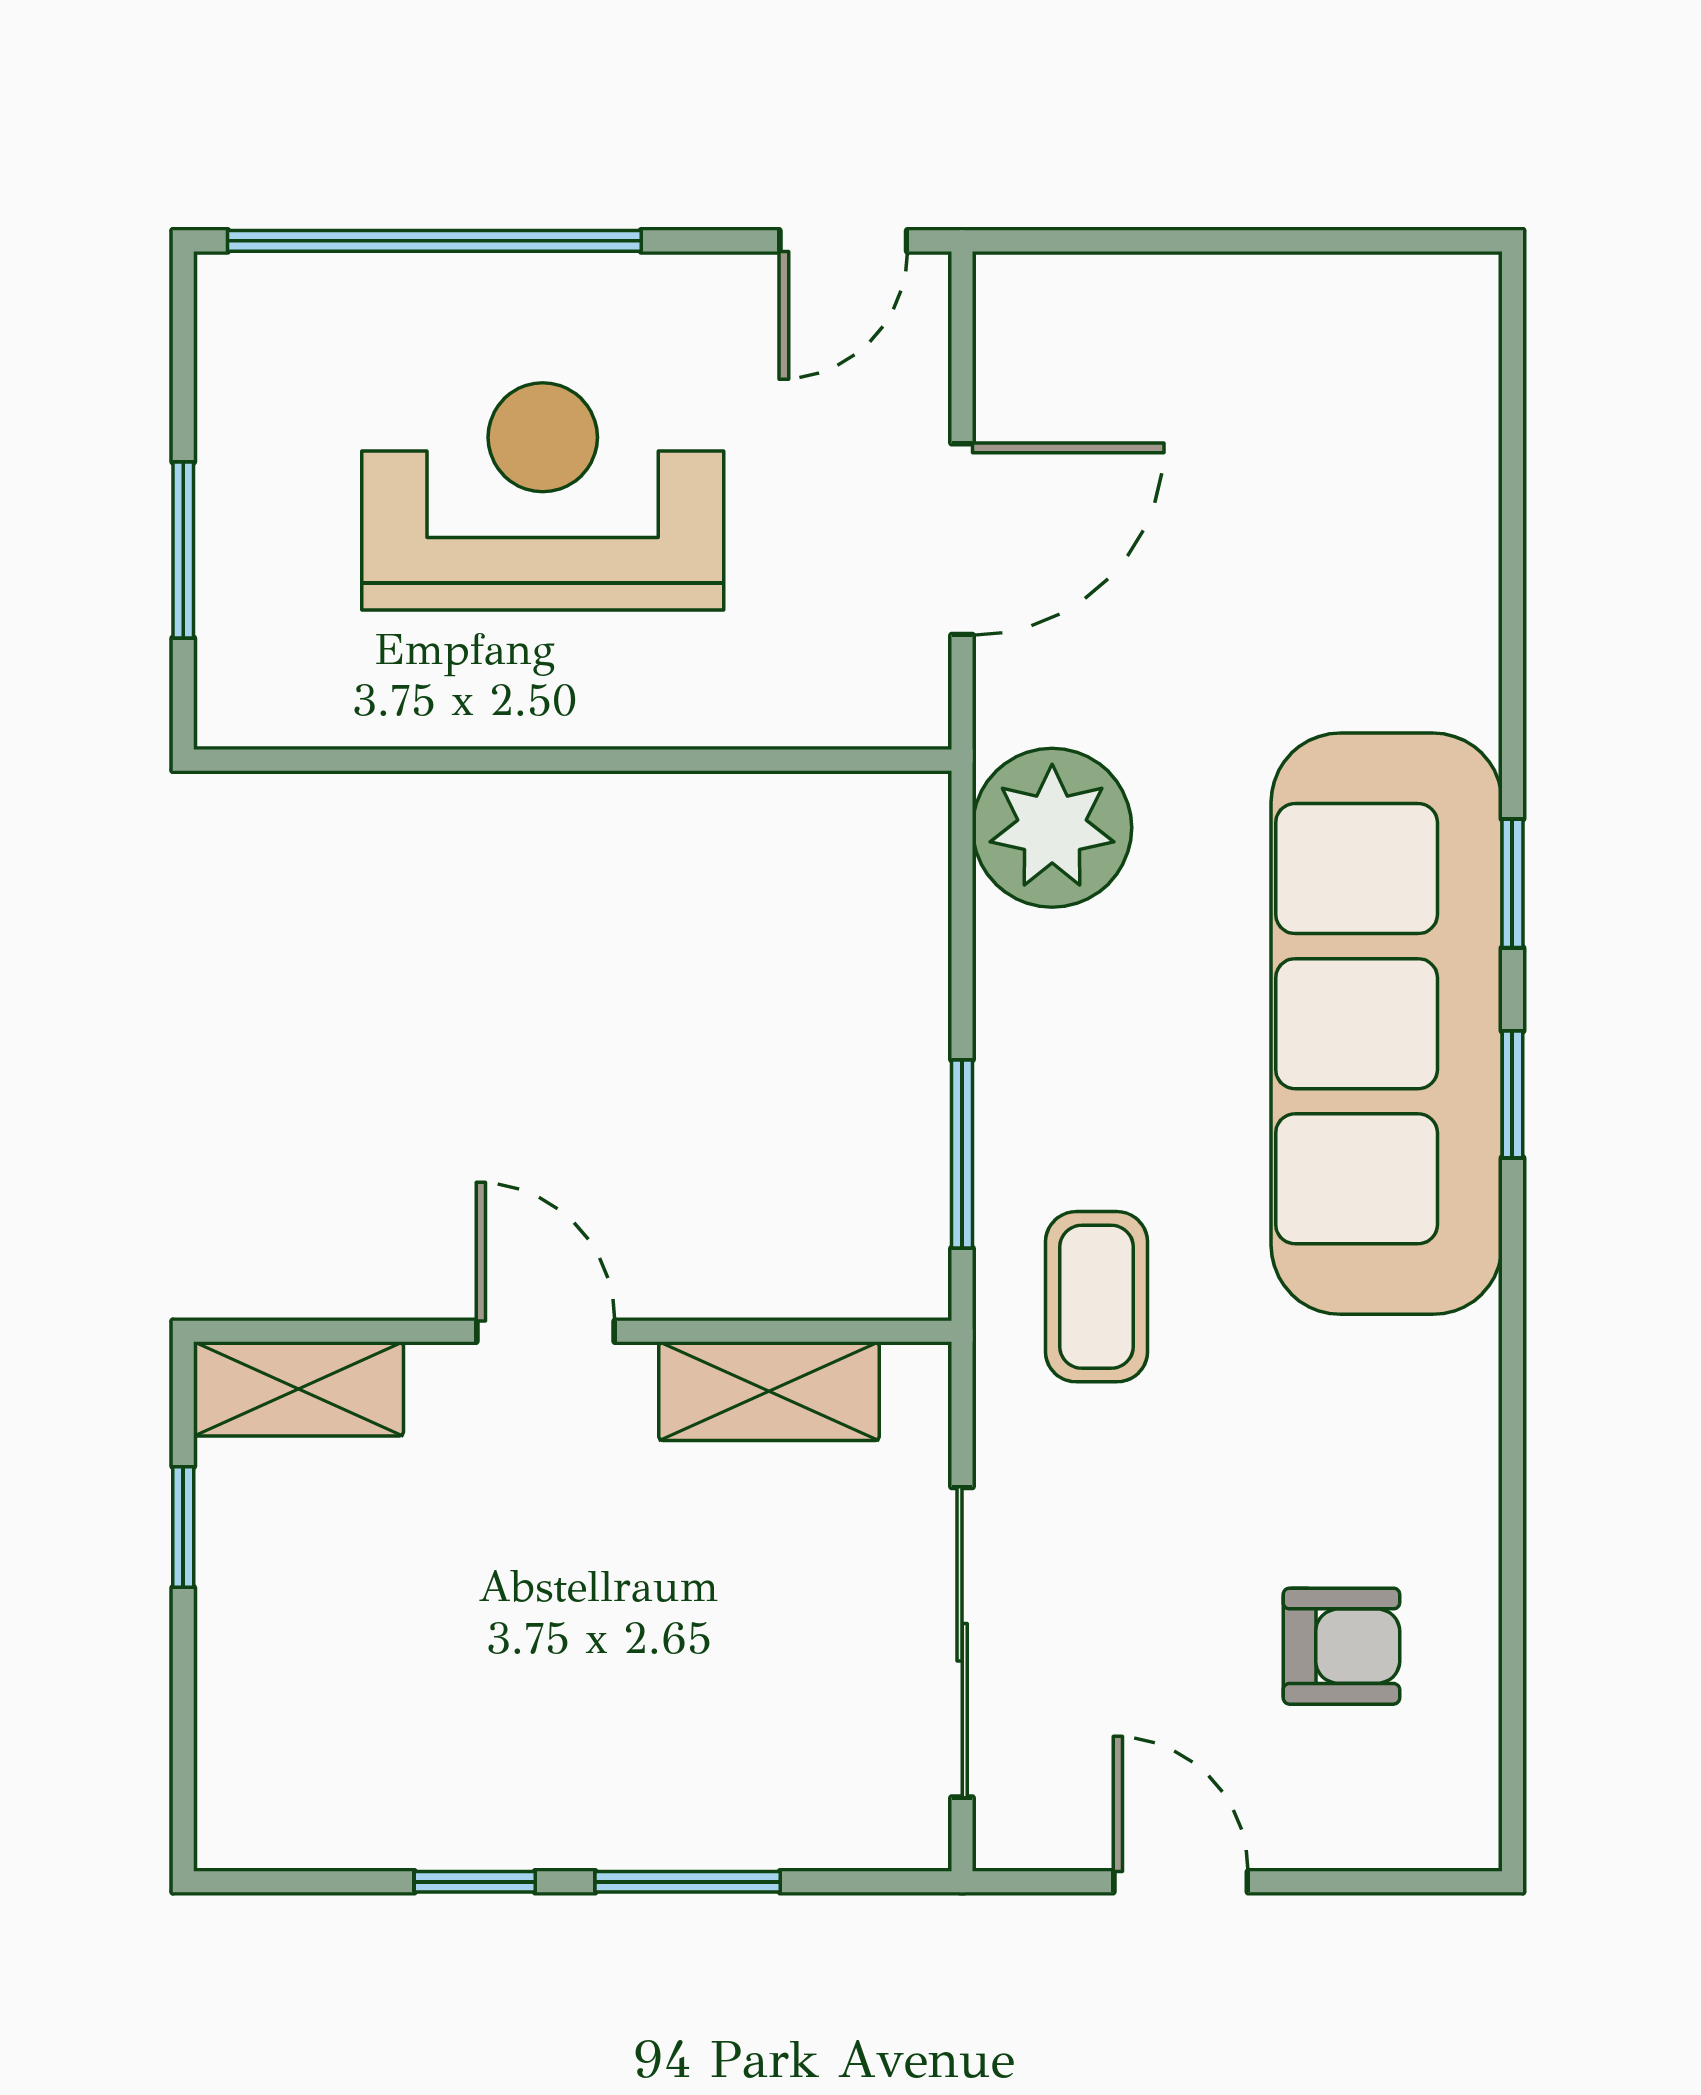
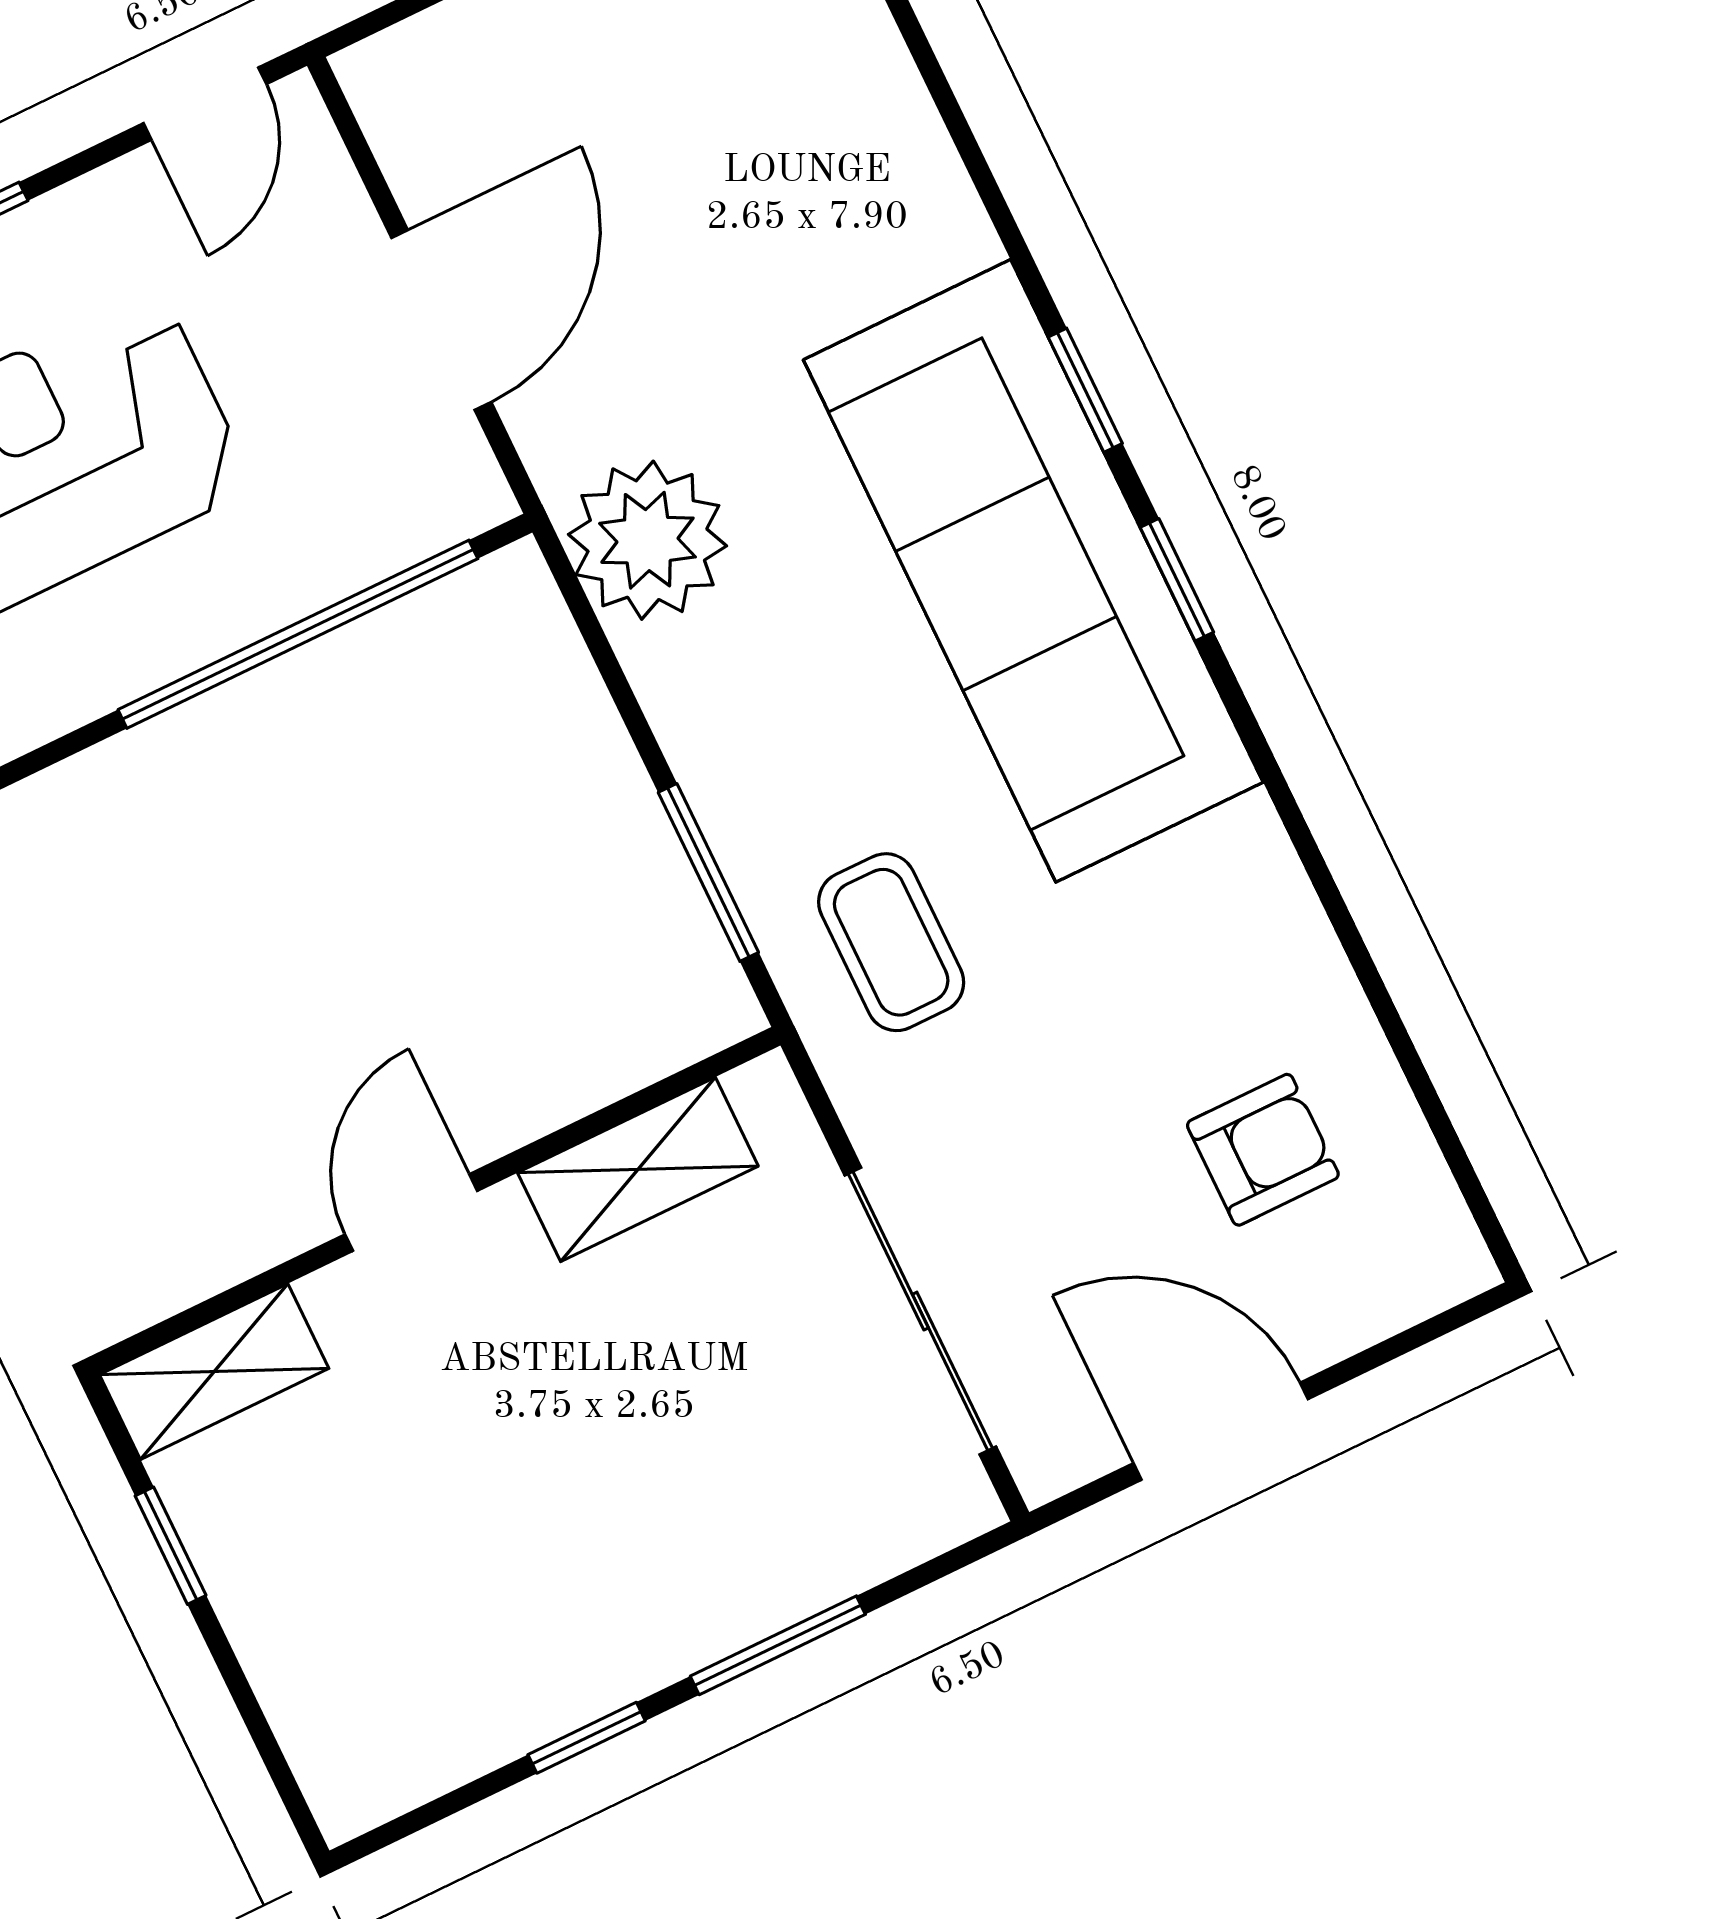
window: (696, 760) -> (298, 634), added
door: (545, 1331) -> (411, 1213), hinge flipped
door: (1181, 1882) -> (1221, 1431), width x1.38

